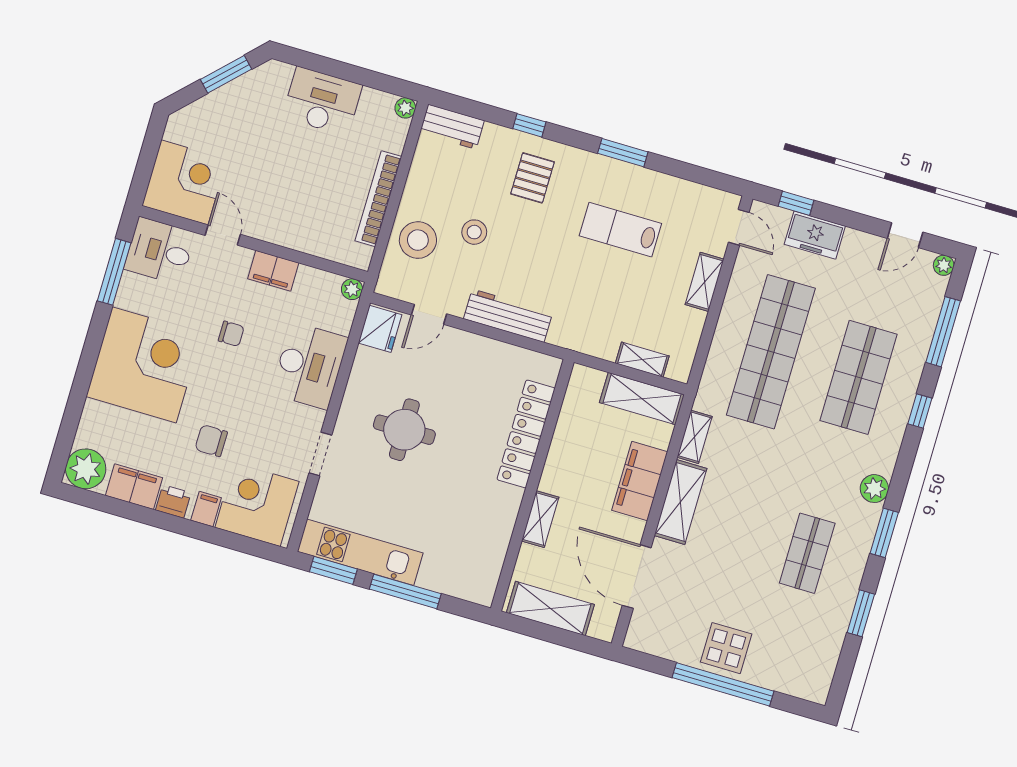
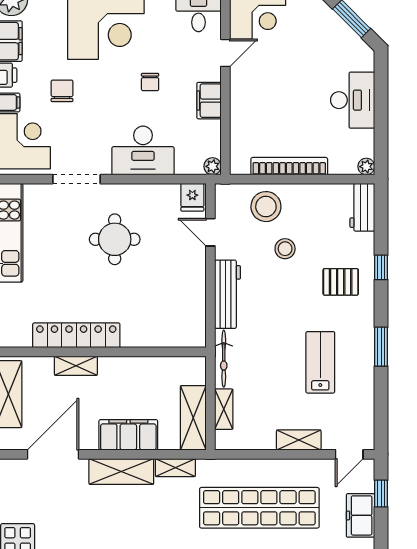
fridge: (380, 329) -> (192, 197), width x0.72
bicycle: (583, 342) -> (224, 359), added
locker: (526, 434) -> (76, 335), moved
doorway: (320, 454) -> (77, 179), width x1.38

